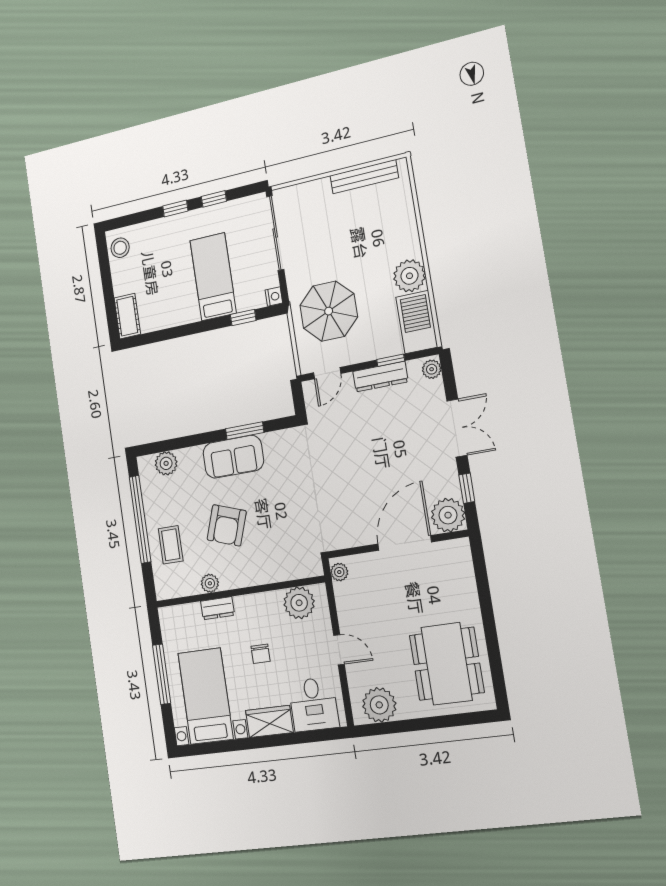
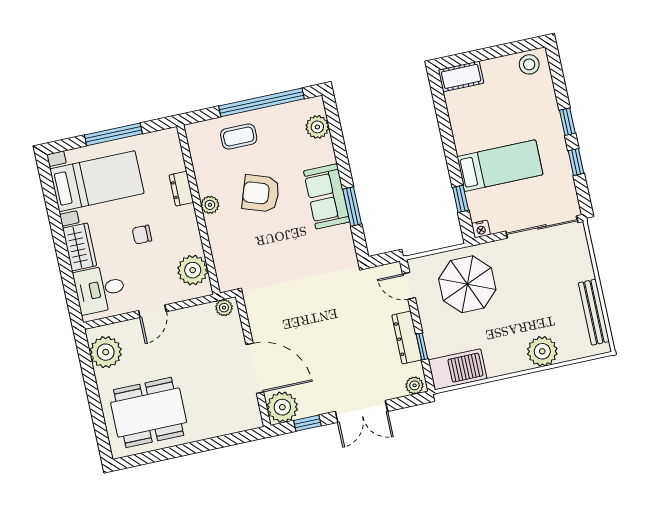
plant: (409, 276) -> (542, 351), moved
plant: (210, 583) -> (210, 205), moved

